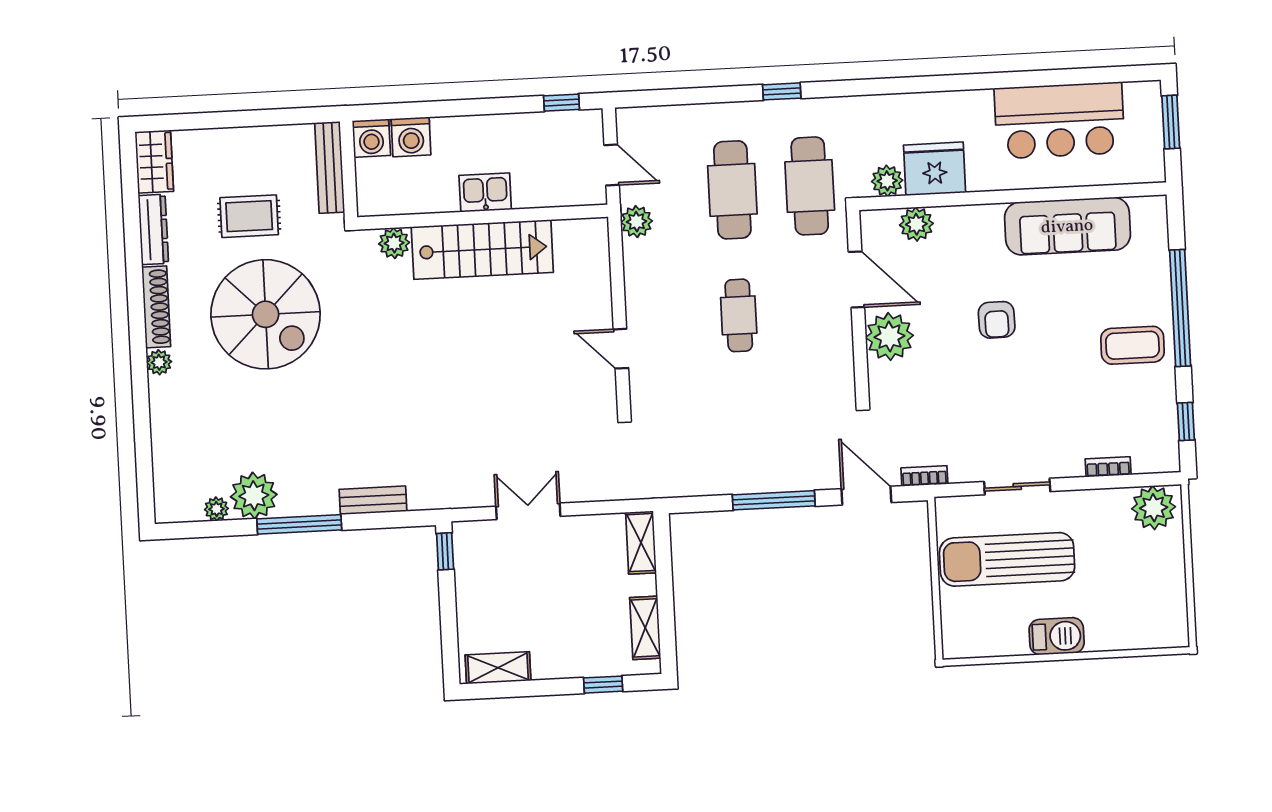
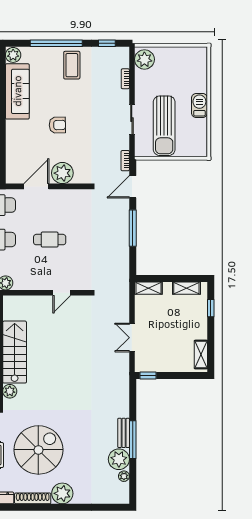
plant: (916, 224) -> (13, 55), moved
plant: (159, 362) -> (62, 493), width x1.88, depth x1.88
bench: (373, 500) -> (124, 433), moved

